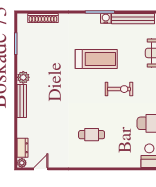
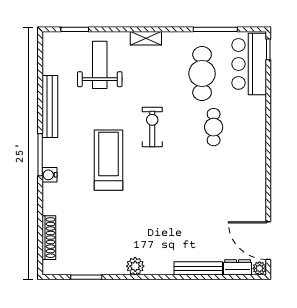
water cooler: (106, 18) -> (49, 175), moved
bench: (22, 101) -> (198, 268), moved
cafe table: (92, 135) -> (214, 127), moved
door: (41, 169) -> (268, 241), width x1.87

